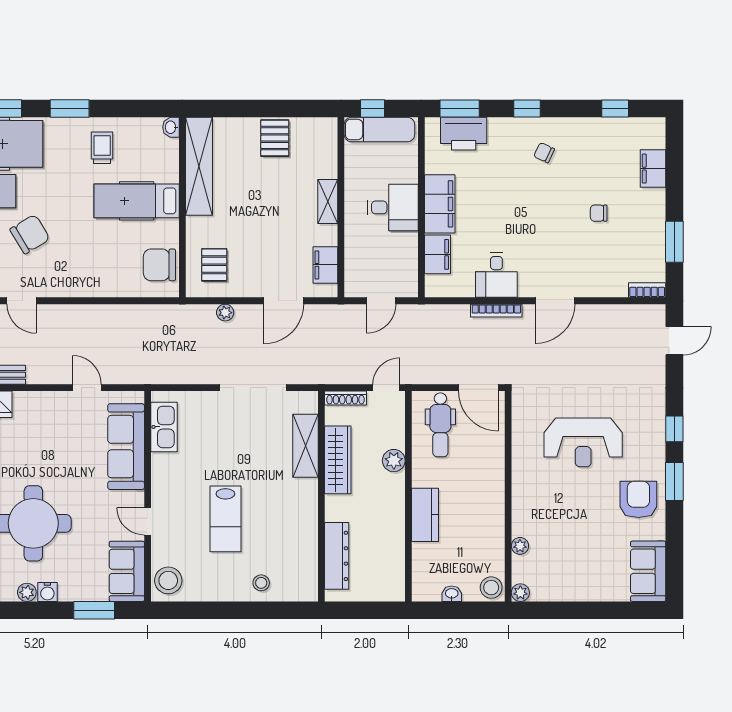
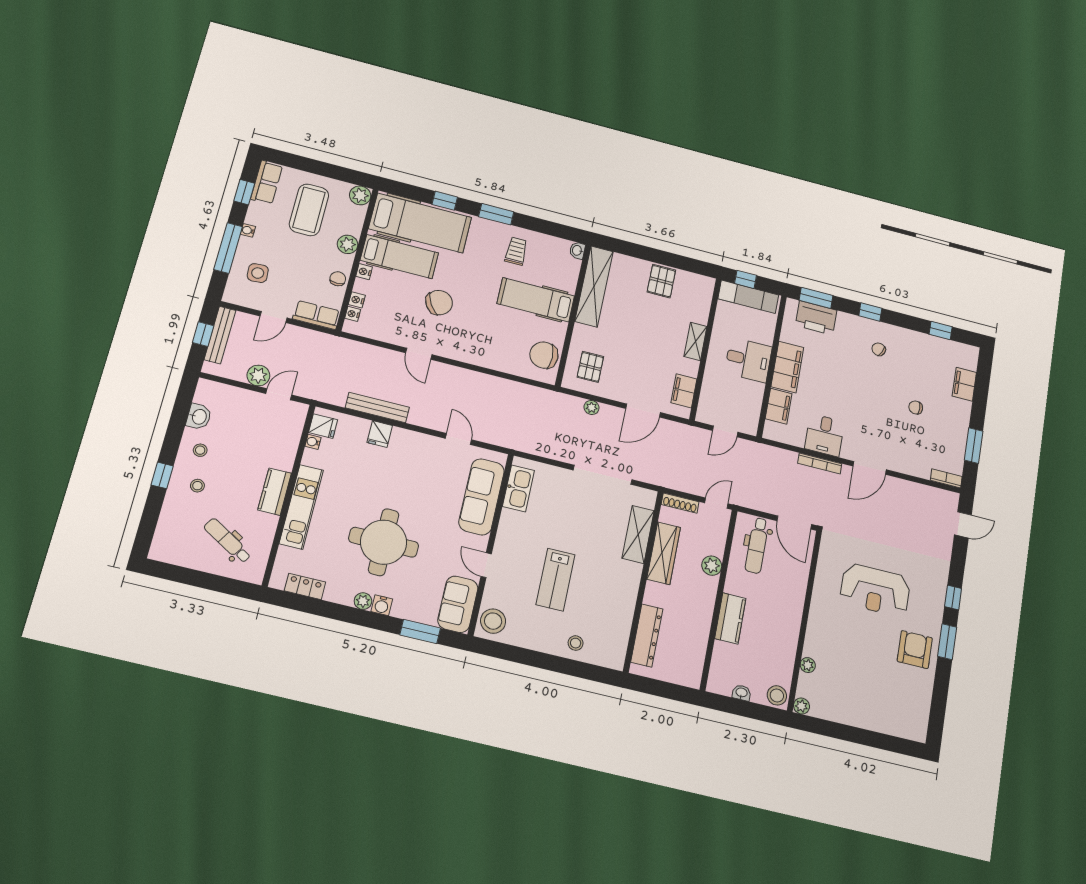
sofa: (648, 571) -> (914, 714), removed

